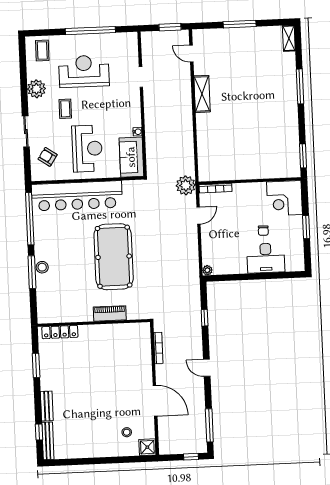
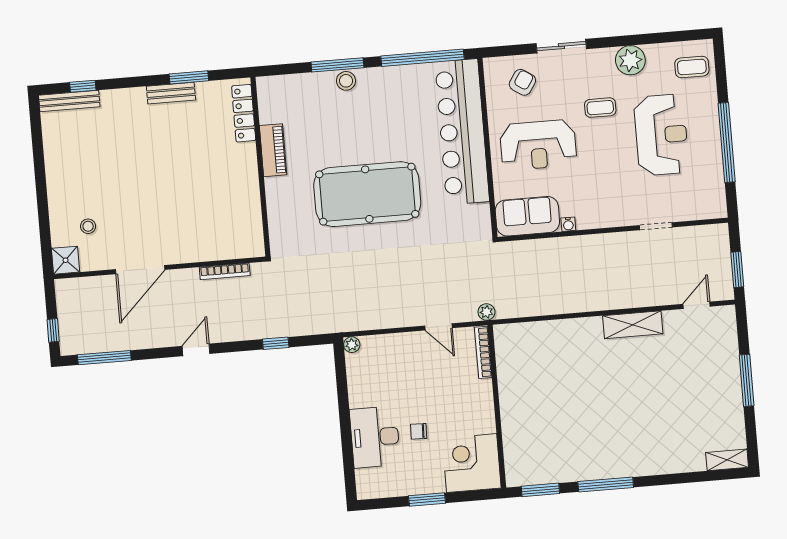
window: (300, 86) -> (606, 484), moved
plant: (186, 185) -> (486, 312), width x0.53, depth x0.53
piano: (110, 313) -> (273, 150), moved
bench: (47, 406) -> (171, 93), moved

